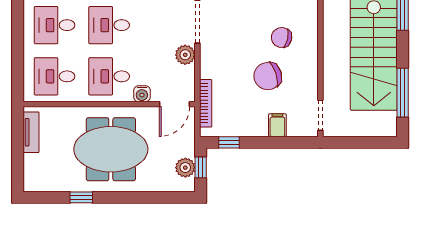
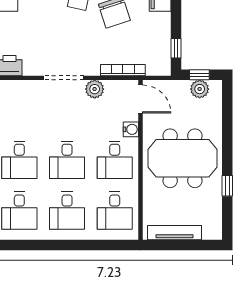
bookcase: (206, 103) -> (123, 70), moved
tv unit: (31, 132) -> (175, 233), width x1.41
meeting table: (111, 149) -> (183, 158), turned 90

